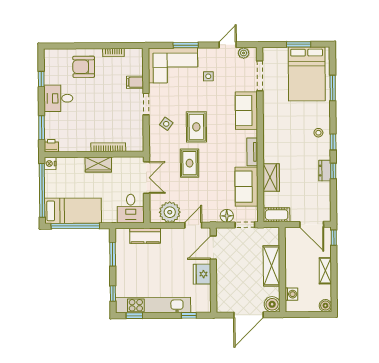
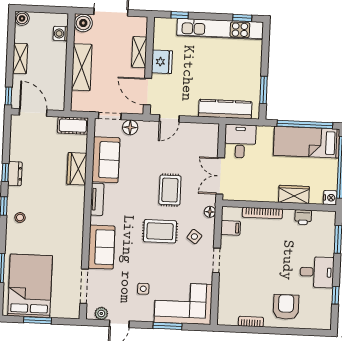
armchair: (84, 67) -> (286, 307), turned -90
filing cabinet: (135, 82) -> (231, 228), moved
rug: (196, 127) -> (160, 231), turned 90
printer: (51, 146) -> (303, 217), moved
floor lamp: (154, 146) -> (210, 212), added
wardrobe: (98, 165) -> (294, 195), moved
plant: (170, 212) -> (196, 135), removed
kitchen counter: (145, 236) -> (225, 109), width x1.50
door: (213, 248) -> (148, 92), swing flipped
shelving: (222, 281) -> (139, 52), added
window: (113, 293) -> (266, 45), removed

